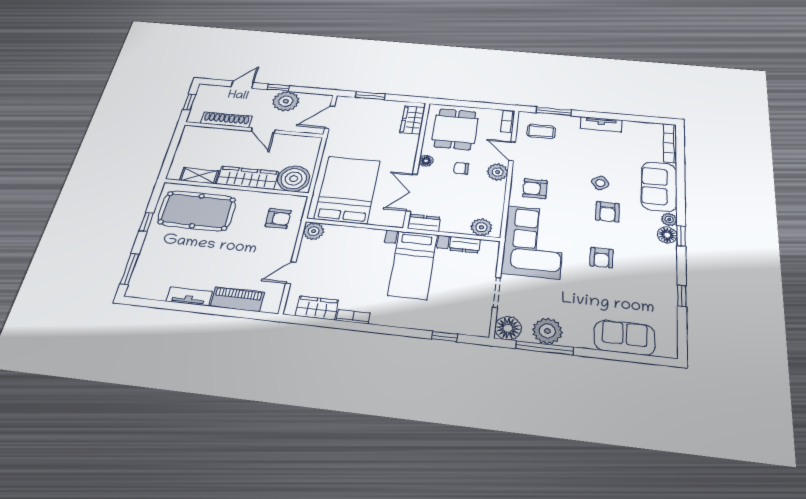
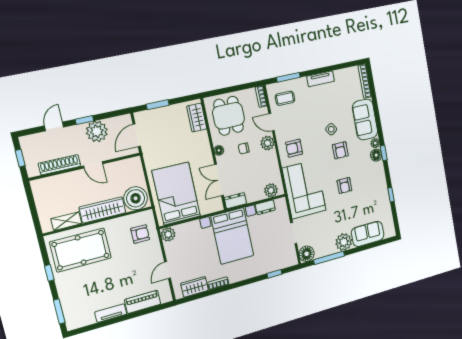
bed with nightstands: (413, 265) -> (232, 236), width x1.36
plant: (547, 331) -> (344, 242), moved

